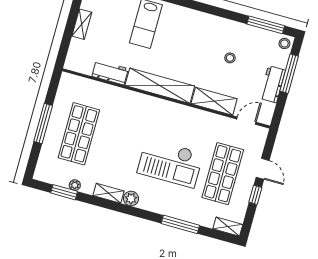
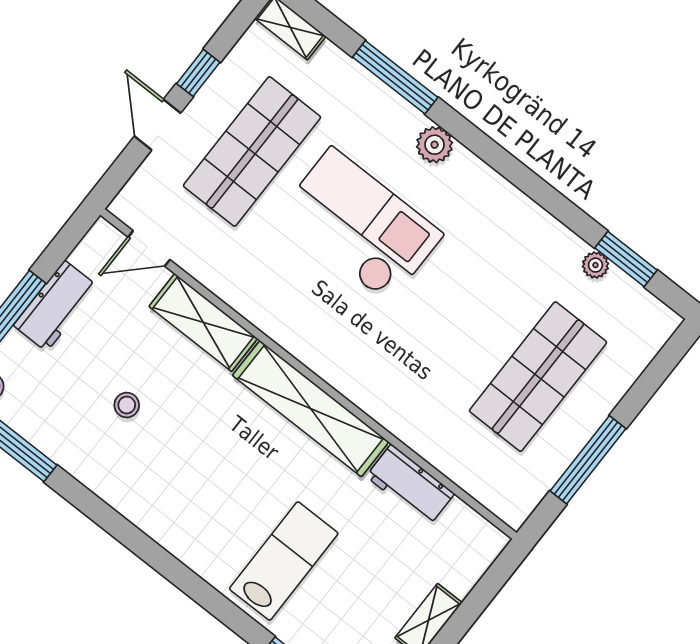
window: (43, 123) -> (588, 460), moved
shelving: (109, 193) -> (527, 215), removed
plant: (131, 199) -> (435, 145), moved

